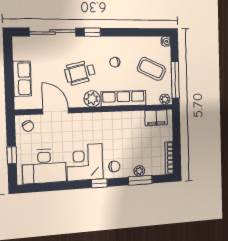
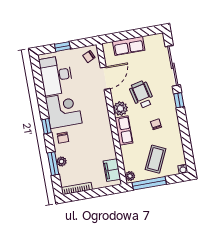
row of seats: (124, 98) -> (124, 130), width x0.68

